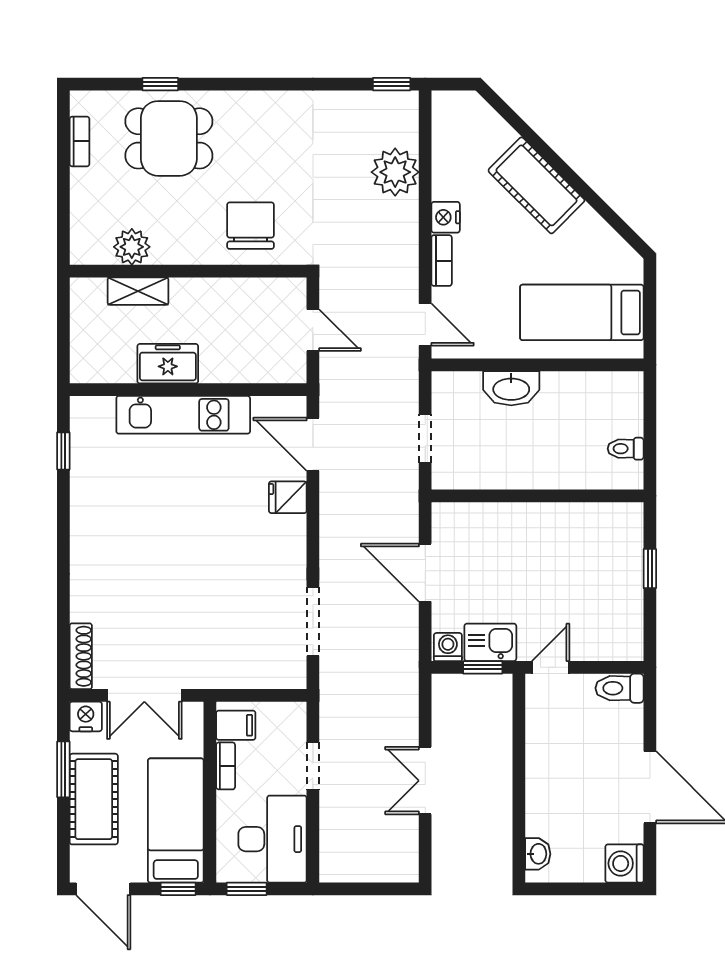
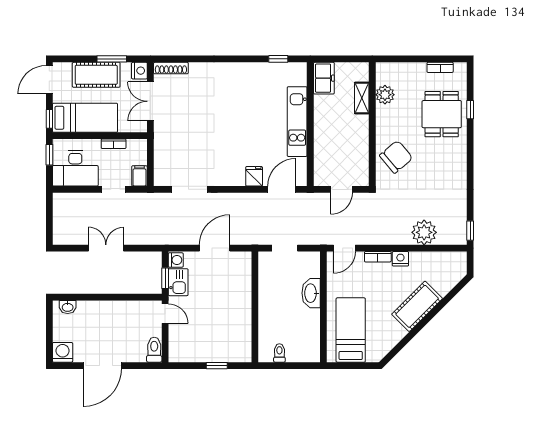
chair: (251, 226) -> (396, 157), turned -40
freezer: (168, 364) -> (324, 78), moved
filing cabinet: (236, 725) -> (139, 176), moved, turned 180

